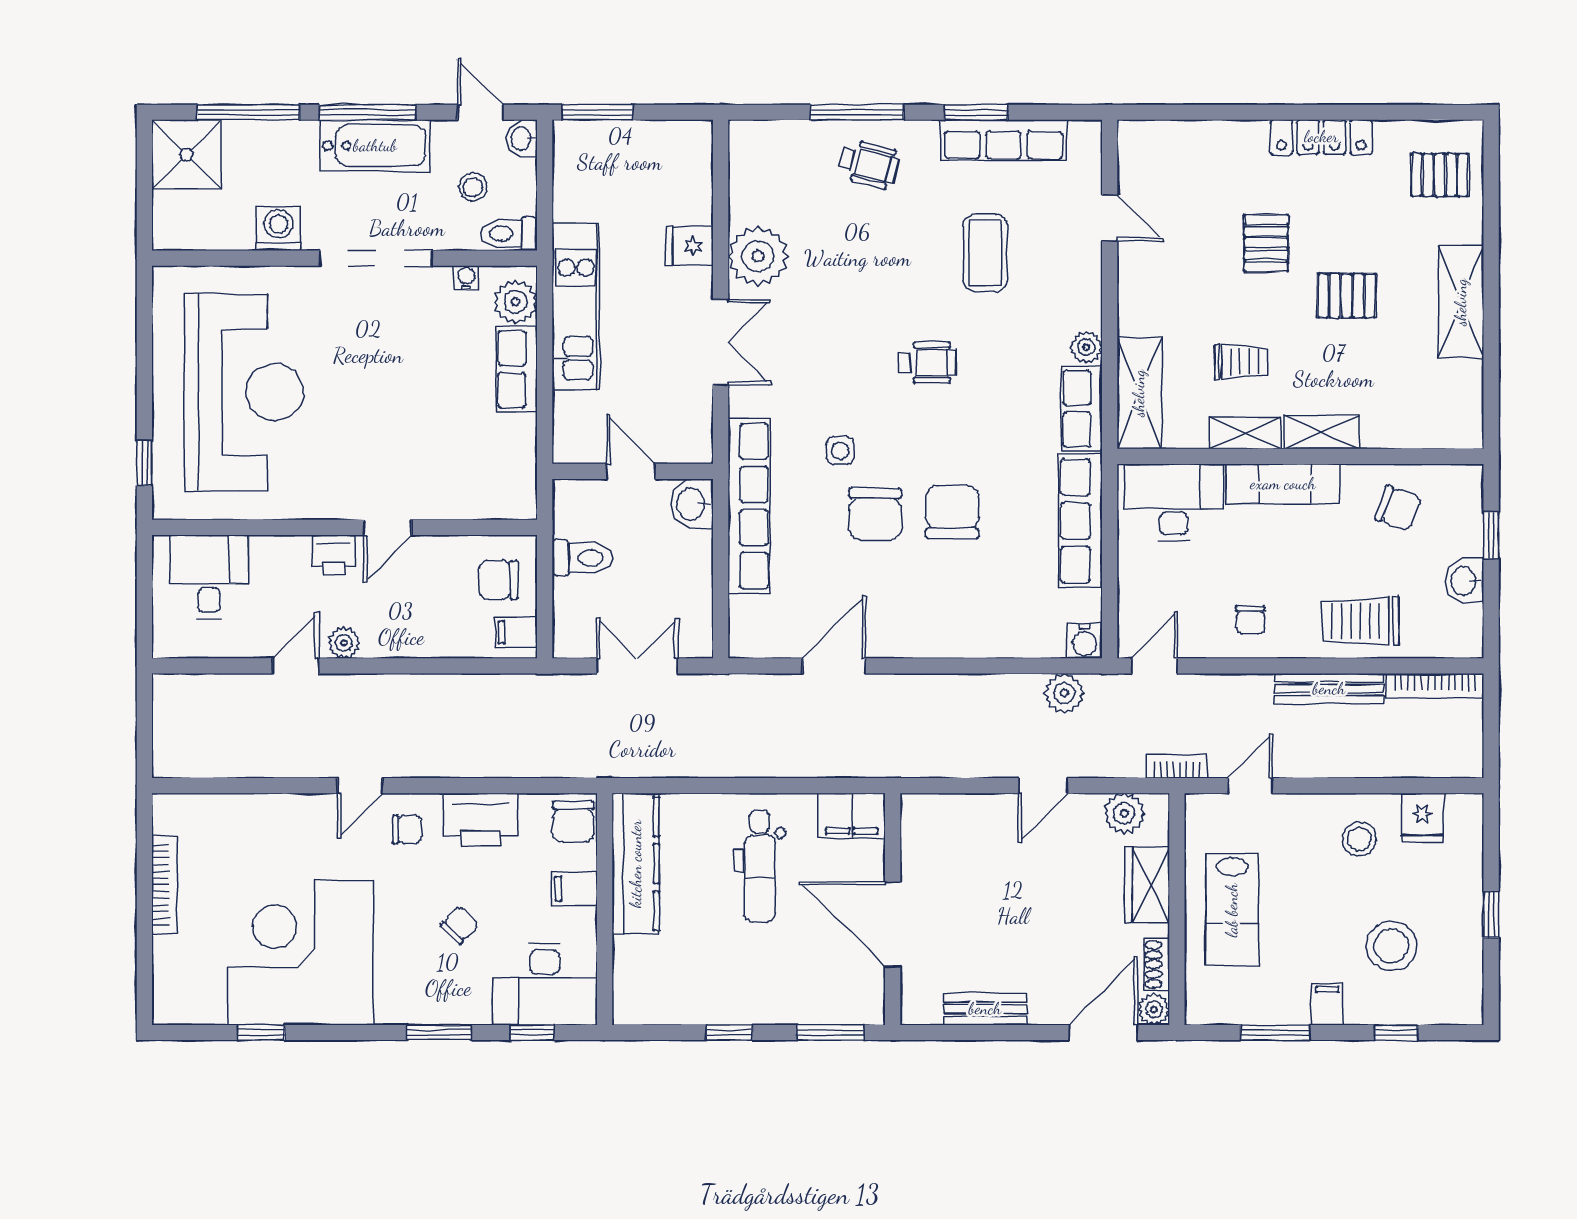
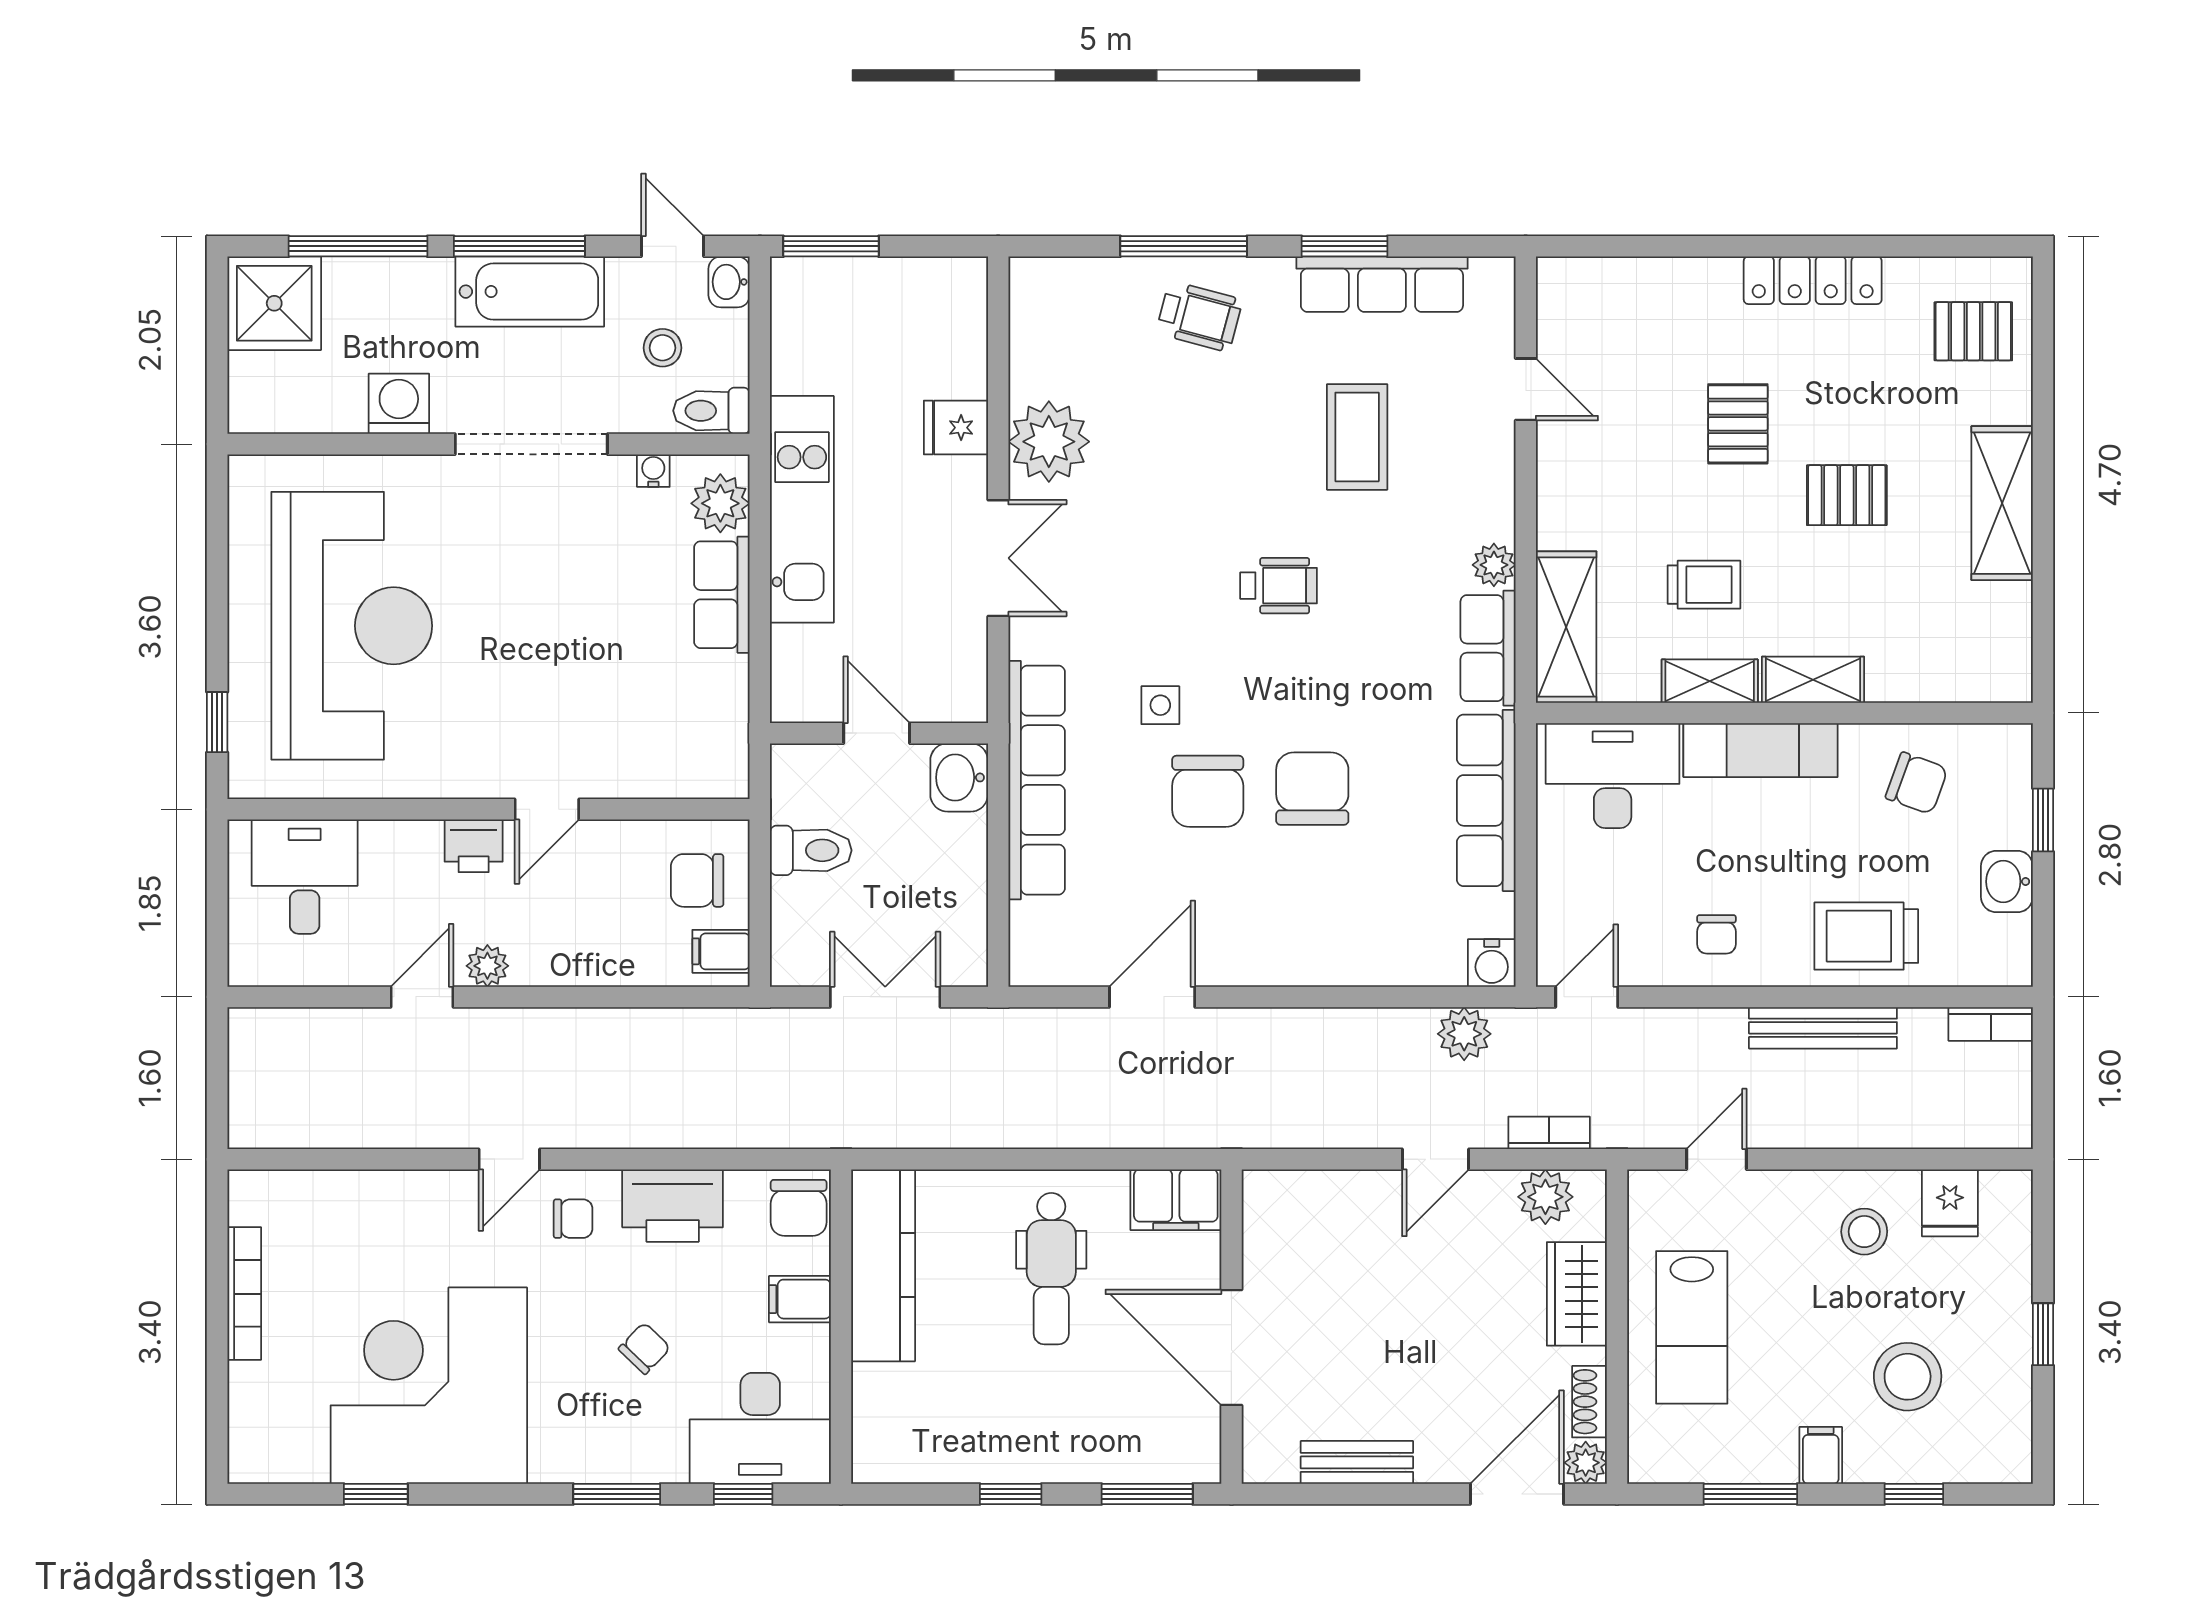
bookcase: (1435, 686) -> (1991, 1024), width x0.64
bookcase: (1177, 766) -> (1549, 1133), moved

